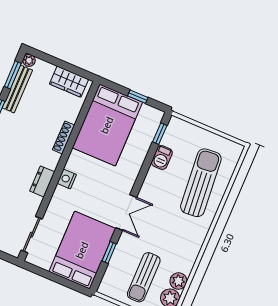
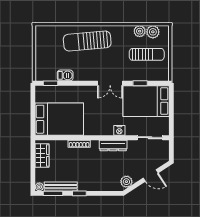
window: (138, 97) -> (33, 107), removed
nightstand: (67, 179) -> (119, 130), moved
dresser: (42, 181) -> (113, 145), width x1.44
sun lounger: (201, 183) -> (87, 41), moved
double door: (126, 213) -> (110, 83), swing flipped

